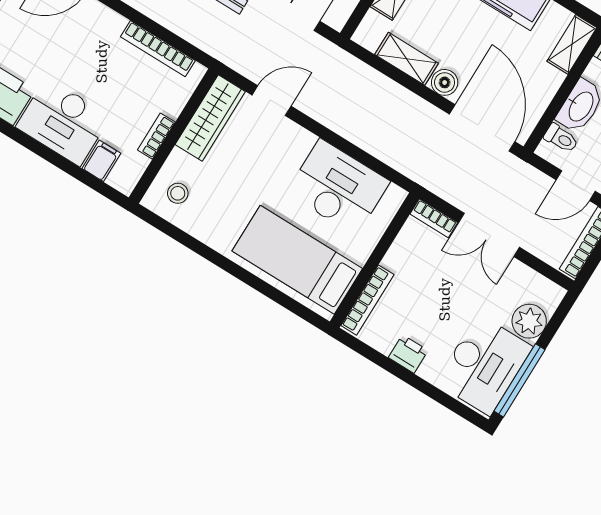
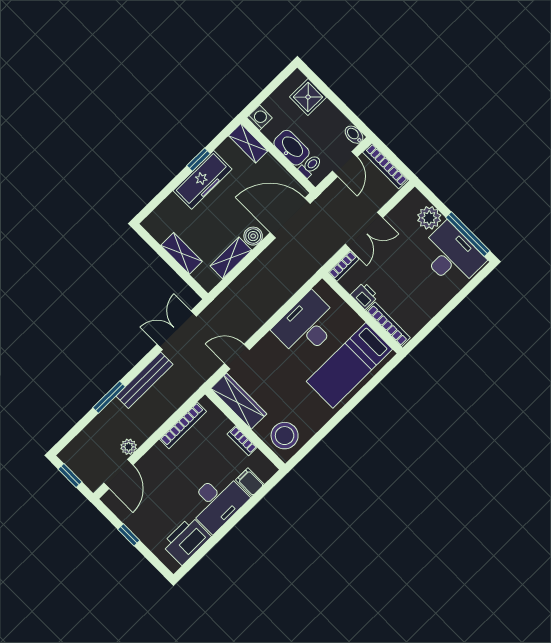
door: (272, 101) -> (237, 357), hinge flipped
stool: (178, 193) -> (285, 436), width x1.89, depth x1.89
printer: (408, 354) -> (364, 296), moved, turned 90

